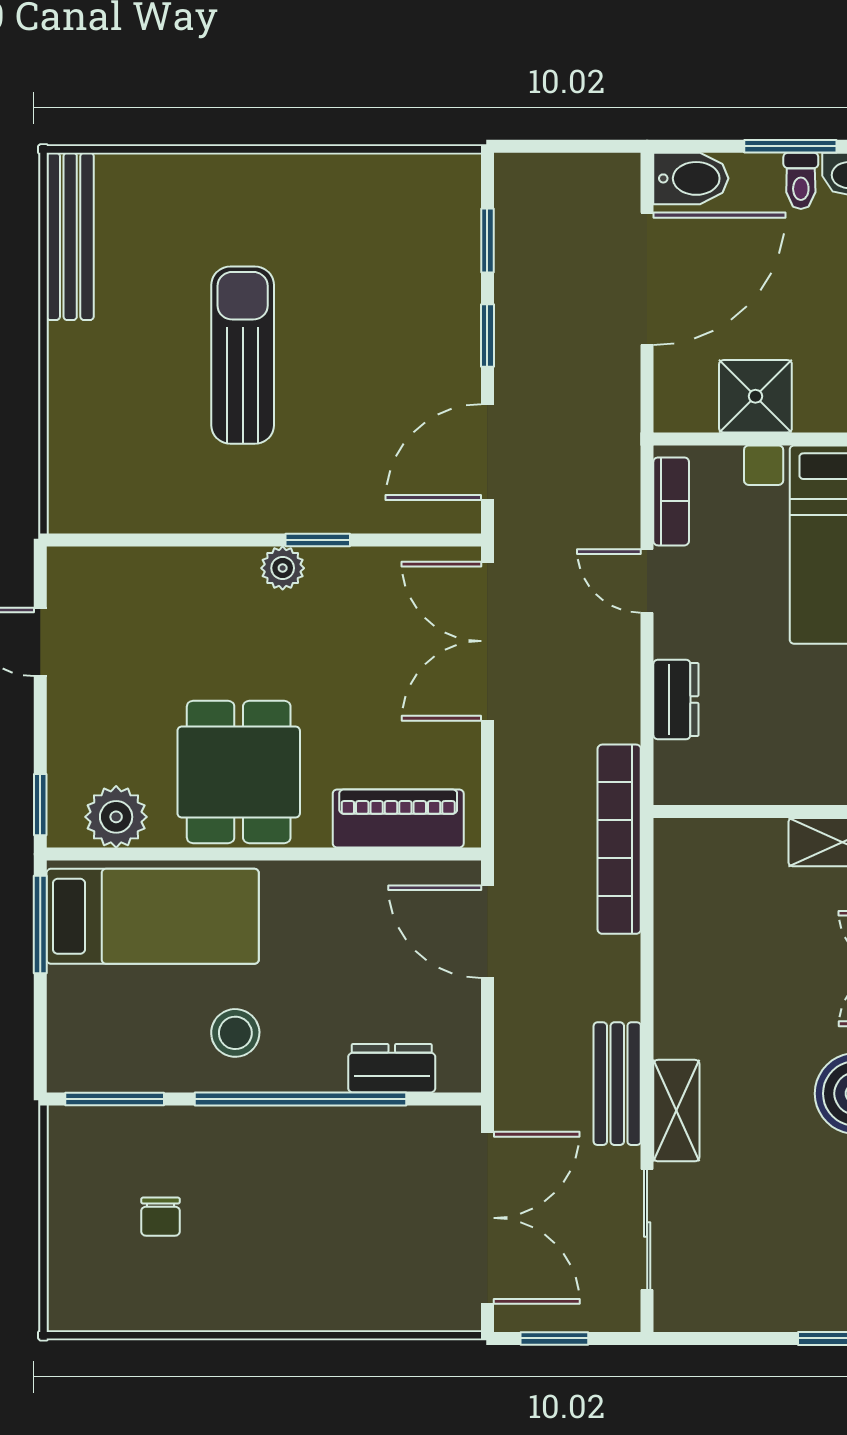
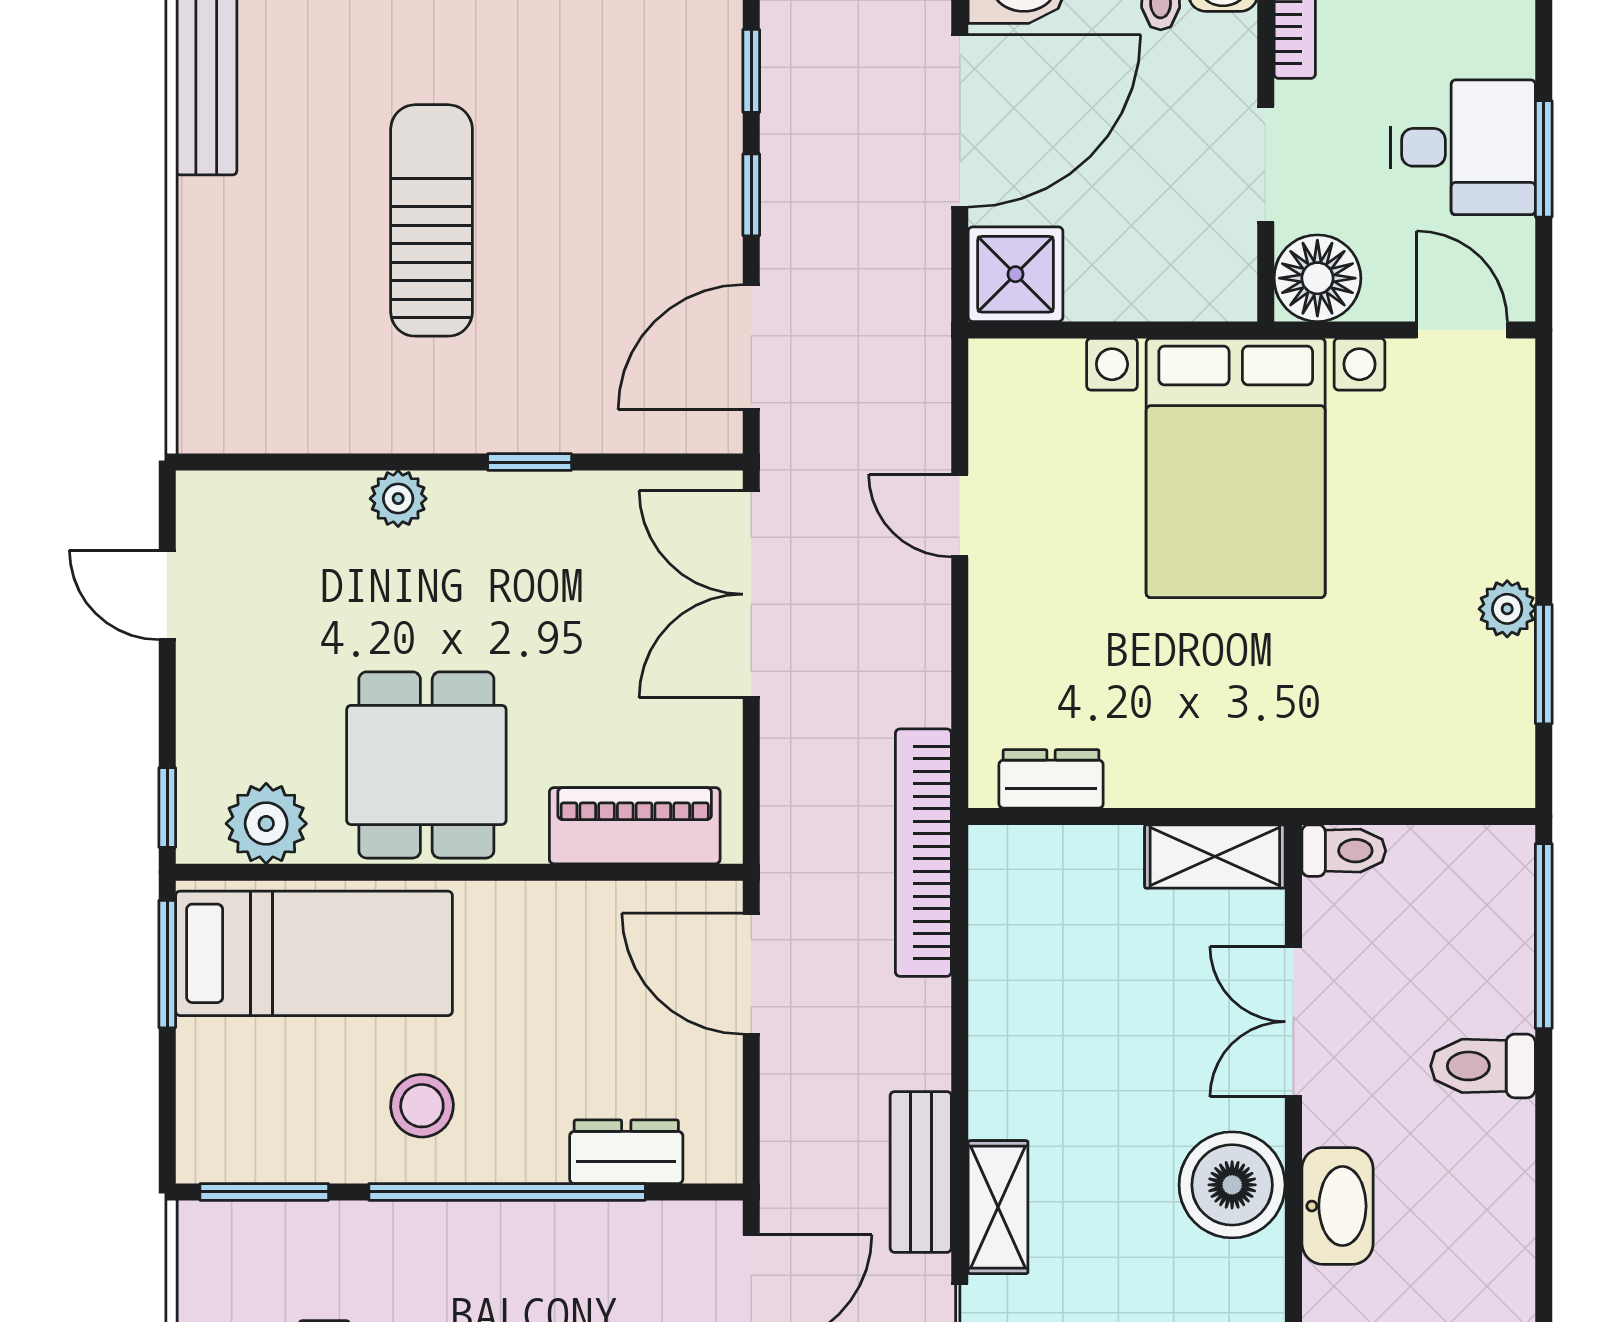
shower: (755, 396) -> (1016, 274), moved
bookcase: (671, 501) -> (991, 412), removed
plant: (283, 568) -> (398, 499), moved
dresser: (676, 700) -> (1051, 779), moved, turned -90

